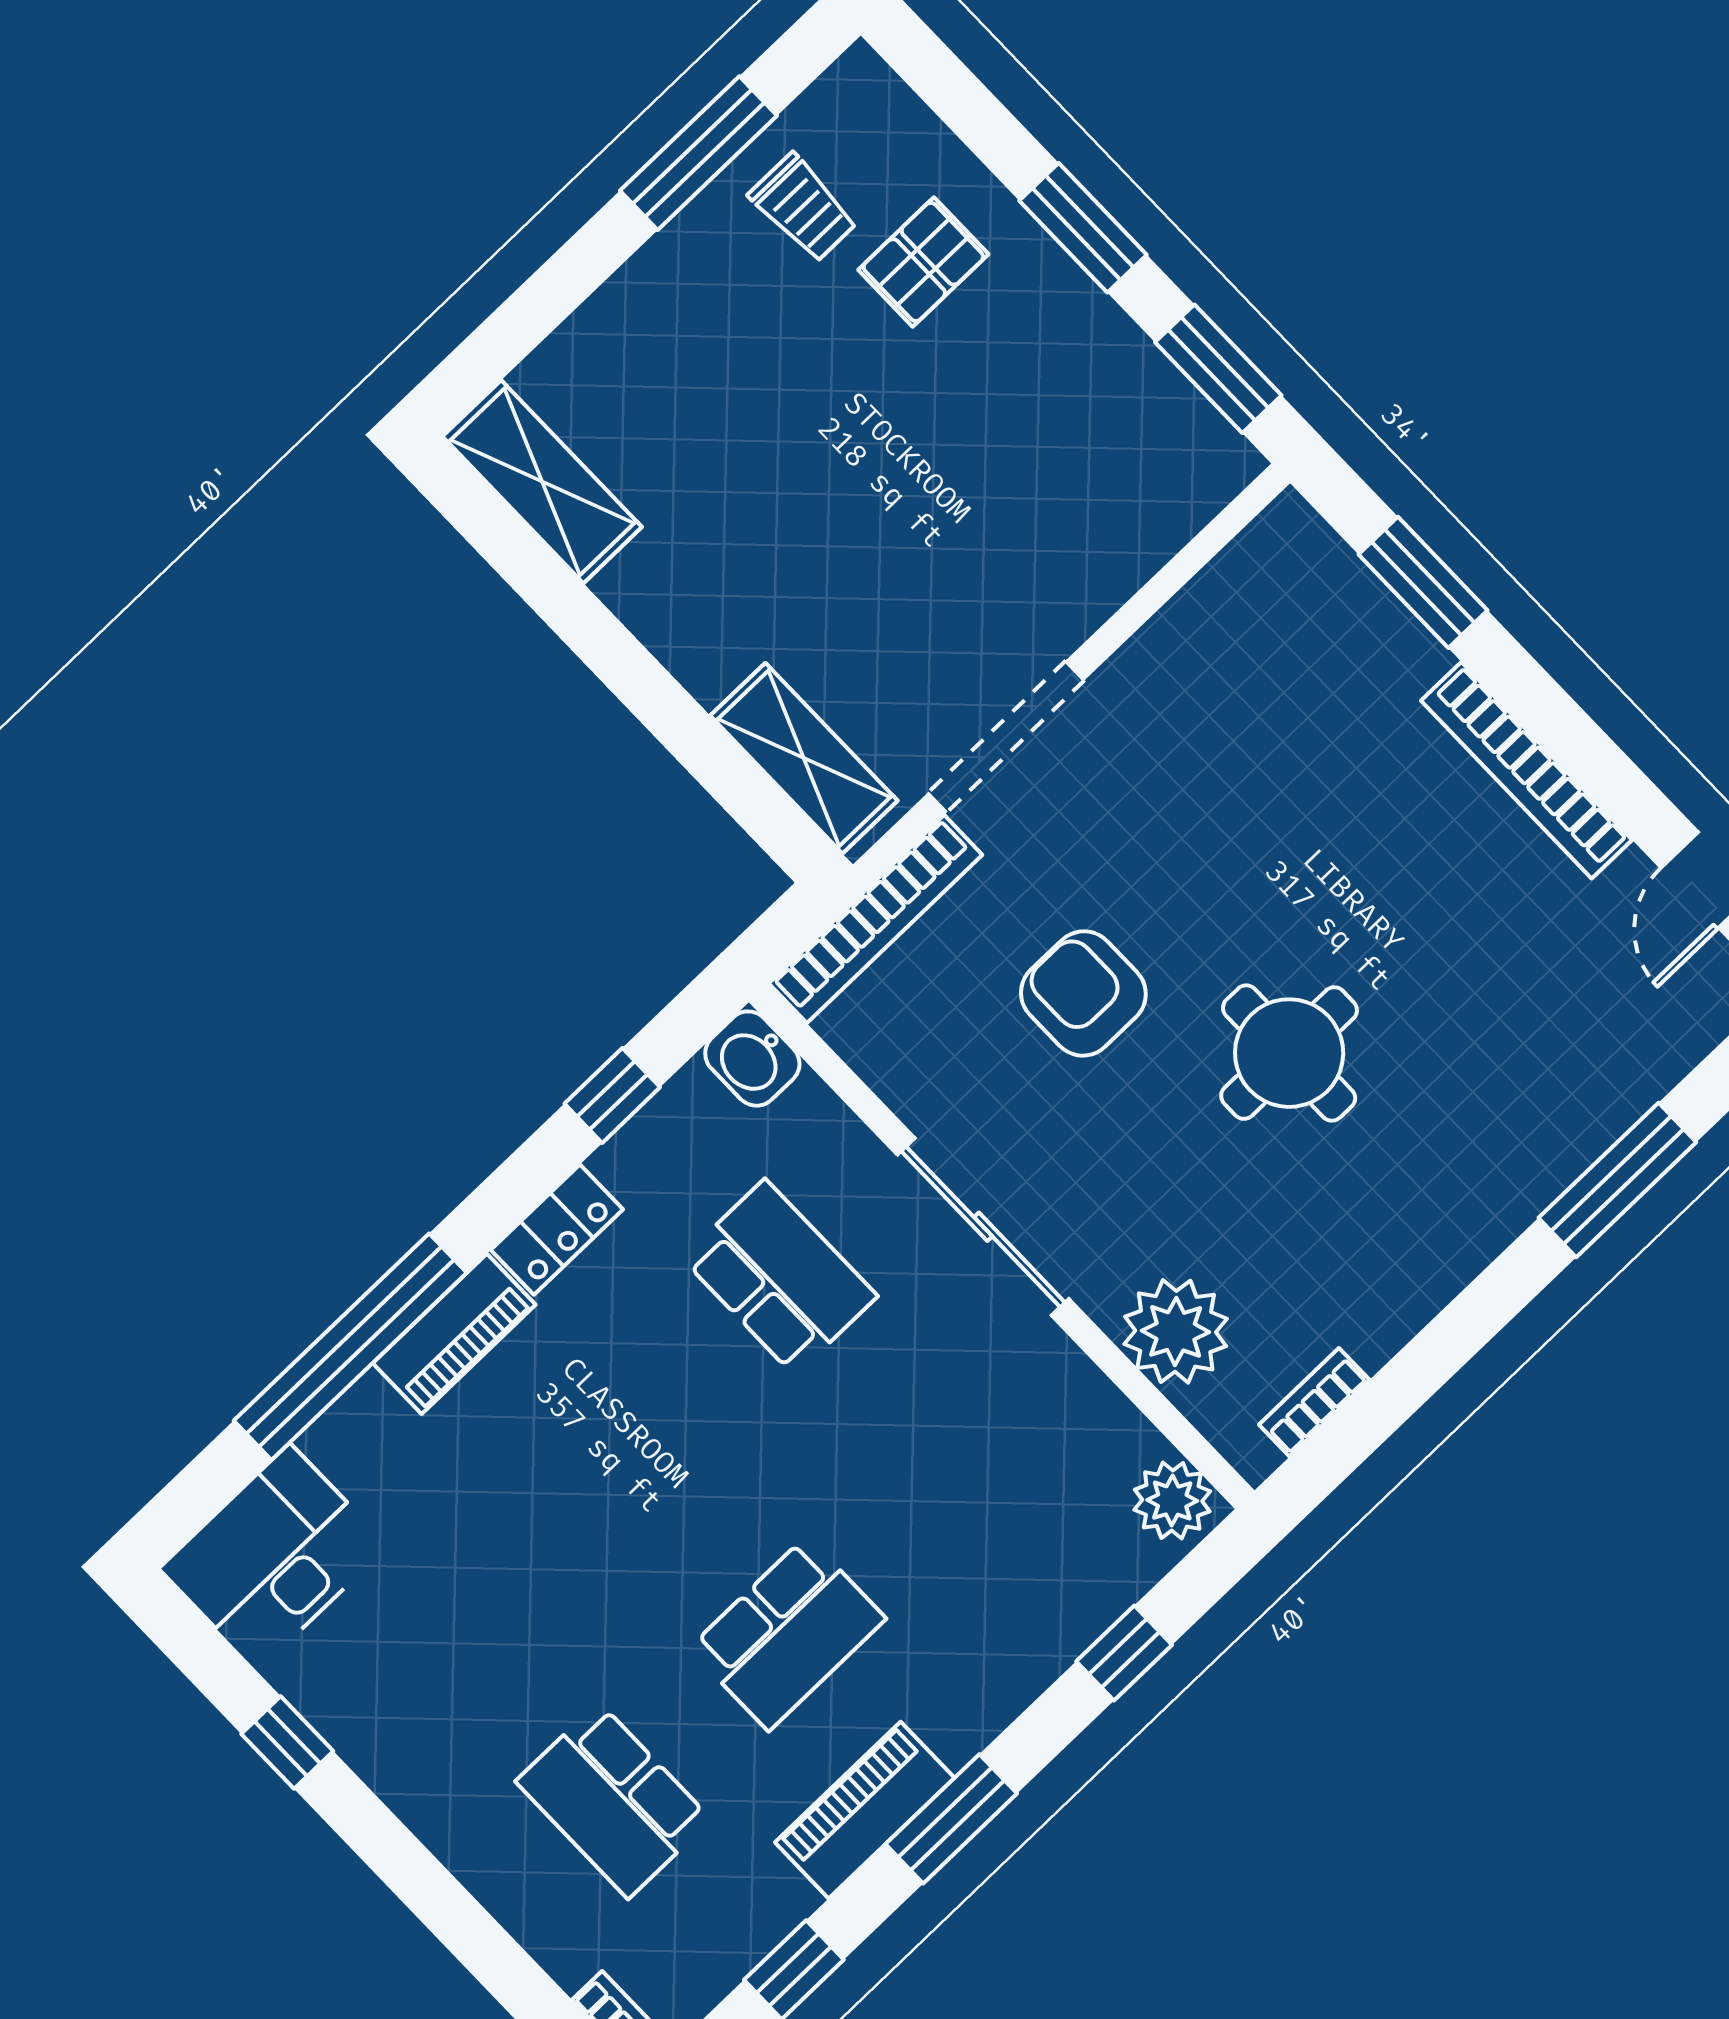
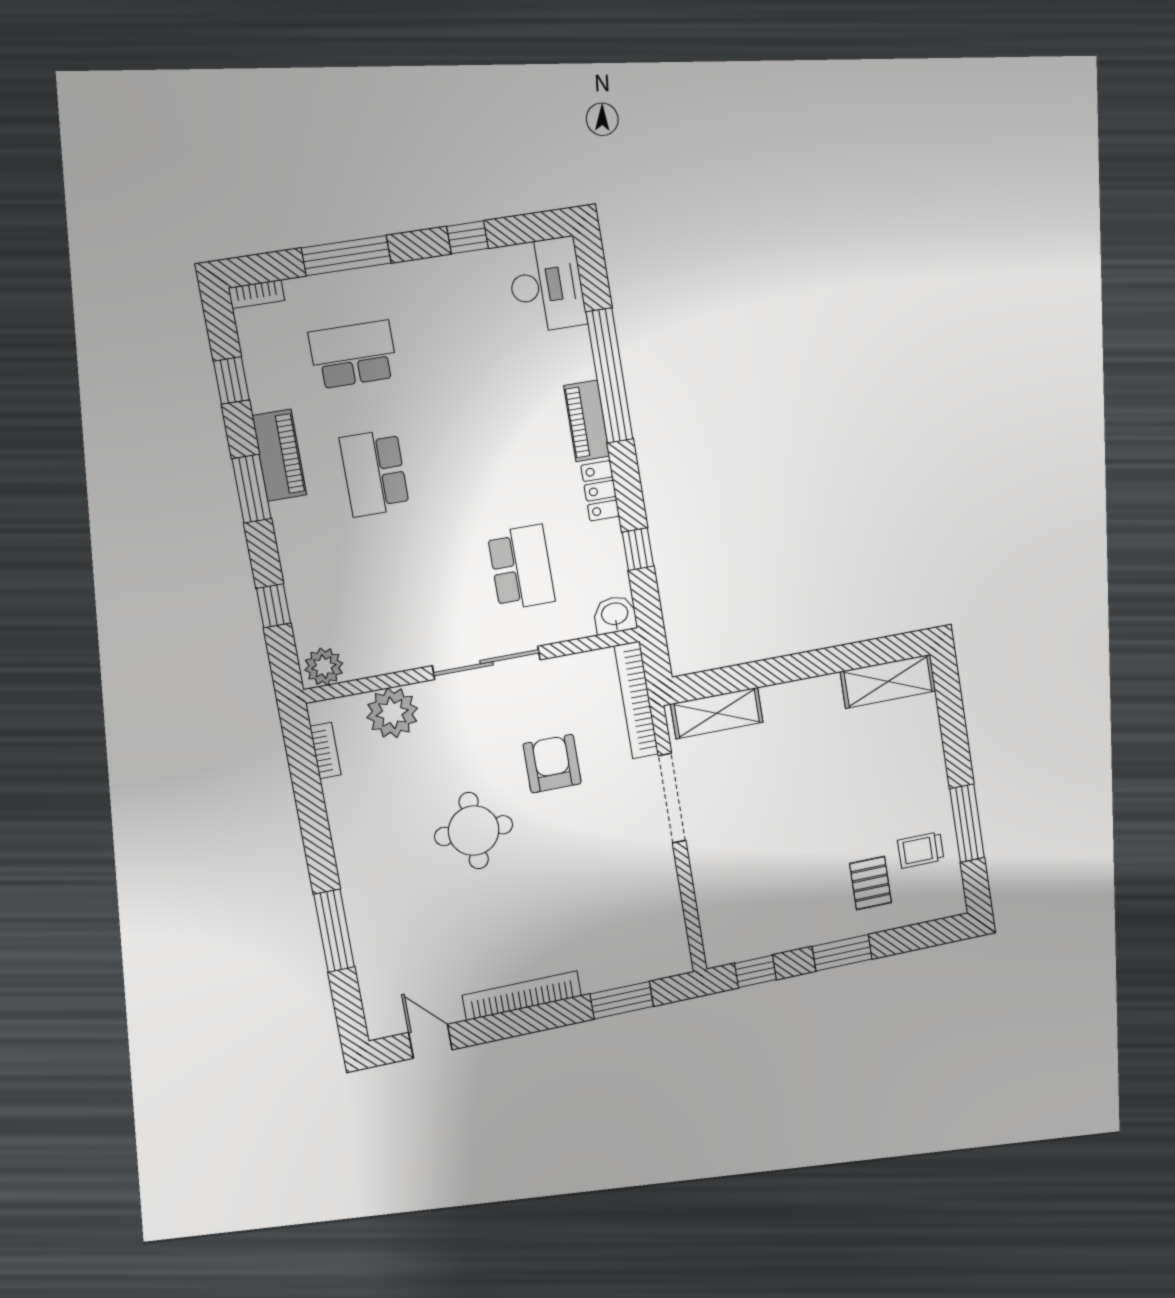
window: (1218, 369) -> (755, 971), width x0.67
armchair: (1083, 993) -> (552, 764), turned -90
school desk: (780, 1277) -> (521, 567), turned -90
window: (458, 1920) -> (346, 256), added

